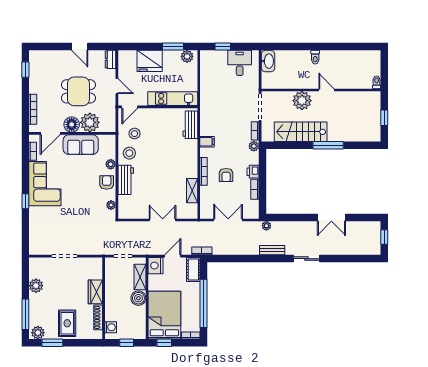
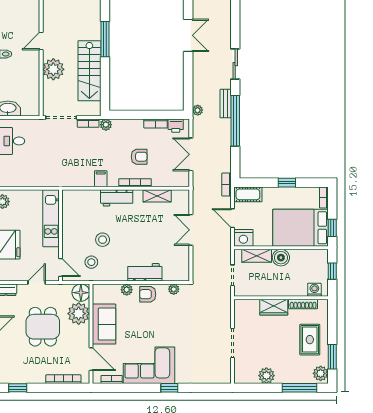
floor lamp: (72, 124) -> (81, 293), moved
workbench: (190, 125) -> (117, 198), moved
stool: (129, 153) -> (103, 240), moved
printer: (253, 172) -> (176, 126), moved
window: (257, 259) -> (235, 121), added
window: (204, 303) -> (287, 183), width x0.32
rug: (67, 323) -> (310, 340), turned 90

